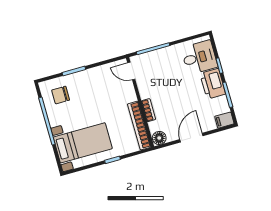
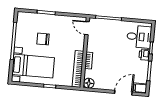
printer: (213, 84) -> (144, 55), width x0.53, depth x0.68
chair: (61, 95) -> (43, 39), moved
door: (191, 138) -> (123, 93), moved

